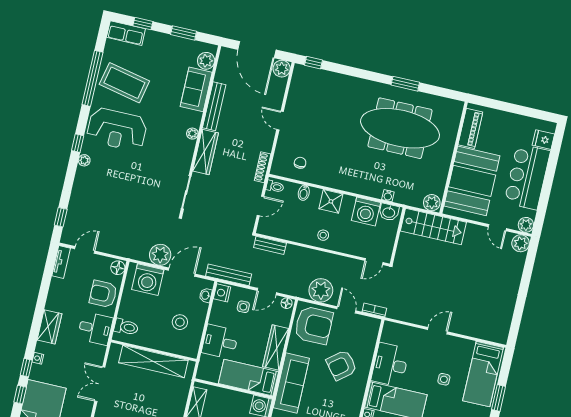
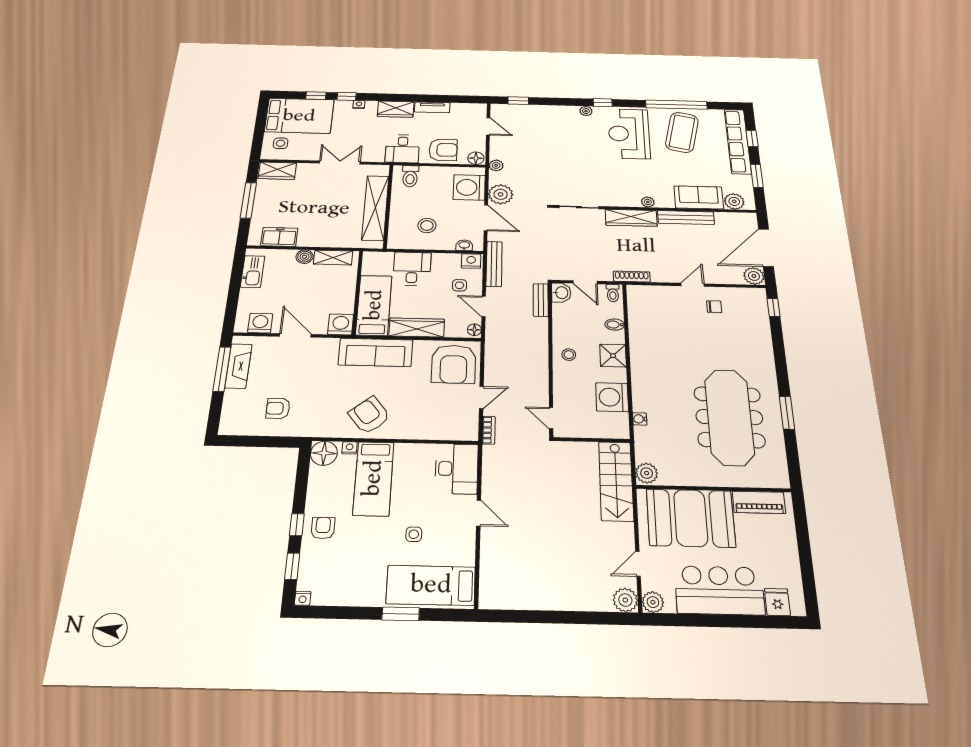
row of seats: (126, 33) -> (738, 141), width x2.02
chair: (300, 163) -> (714, 307), moved
washbasin: (389, 212) -> (561, 293), moved, turned 180
tv unit: (61, 262) -> (432, 107), moved
plant: (321, 290) -> (496, 165), moved, width x0.53, depth x0.53
armchair: (103, 294) -> (443, 150), turned 90
armchair: (342, 365) -> (369, 415), moved
desk: (390, 365) -> (457, 469), moved, turned 90

